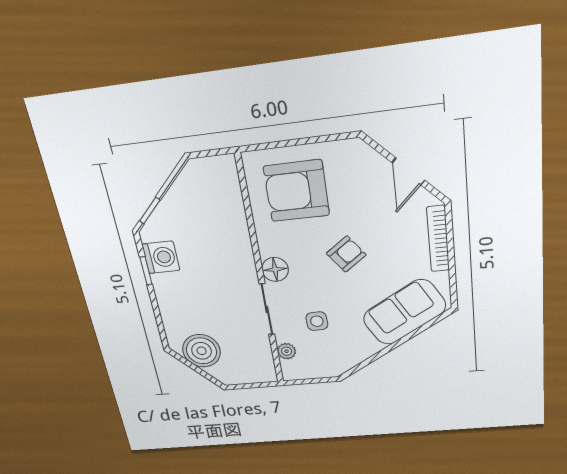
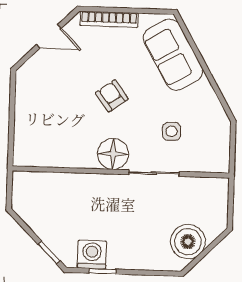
armchair: (296, 191) -> (51, 127), removed
floor lamp: (275, 269) -> (113, 154), width x1.38, depth x1.38
plant: (287, 351) -> (198, 164), removed

